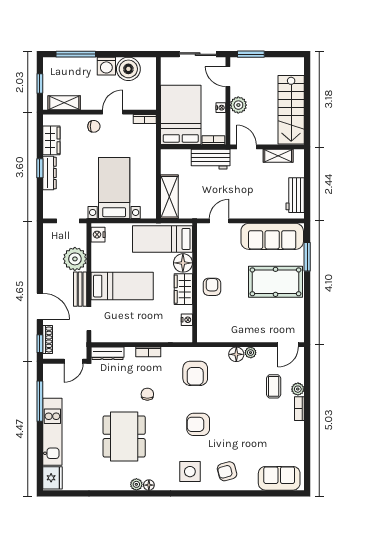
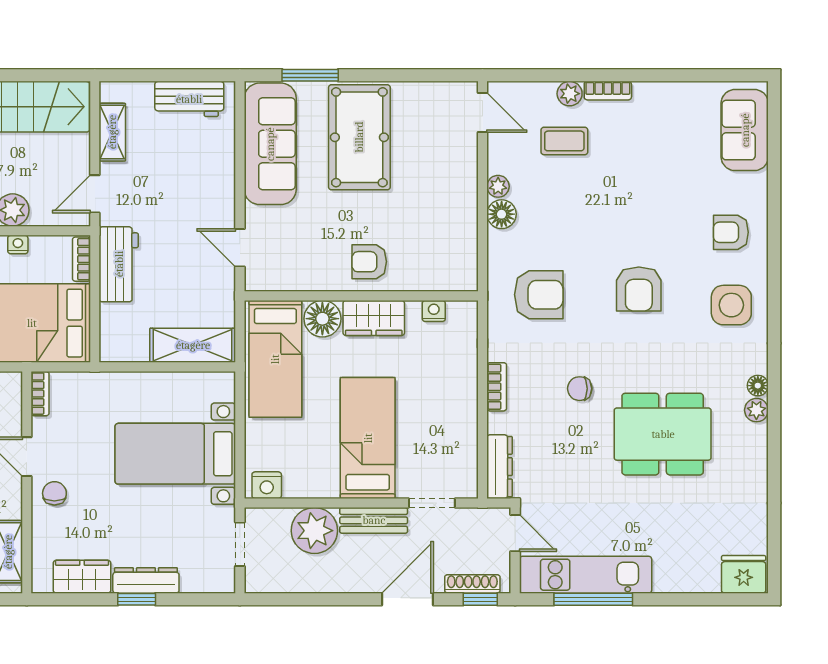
kitchen unit: (52, 432) -> (586, 575), moved
armchair: (227, 471) -> (731, 232), turned 105

